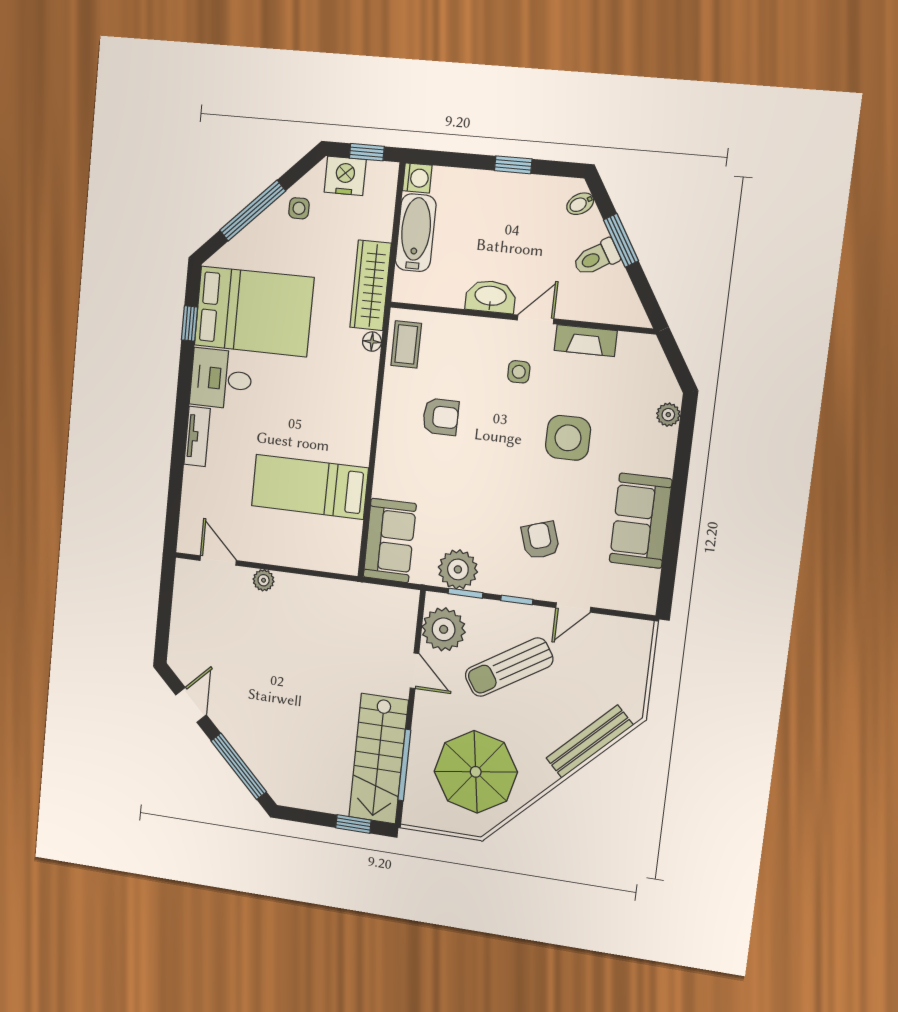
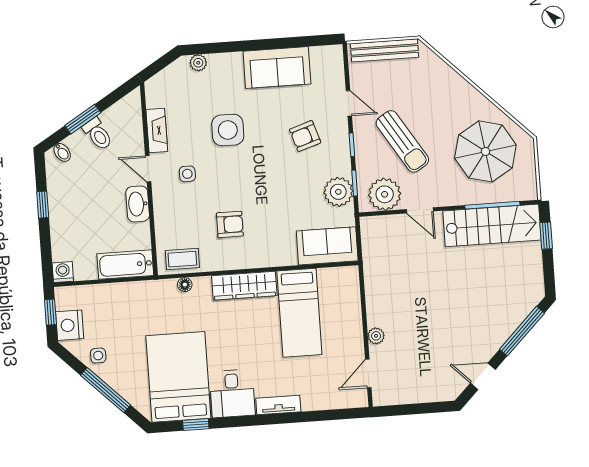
bathtub: (416, 233) -> (125, 265), moved
wardrobe: (371, 285) -> (244, 286), moved
armchair: (441, 417) -> (230, 224), turned 90
door: (414, 671) -> (420, 210), swing flipped
bench: (590, 742) -> (385, 50), moved, turned -45

